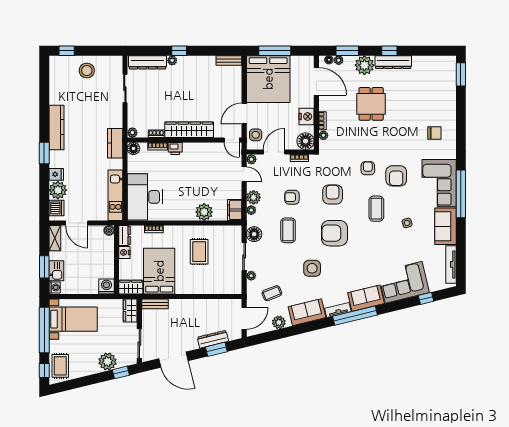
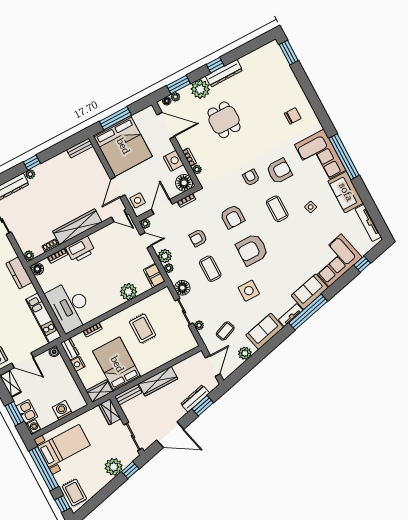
printer: (175, 148) -> (80, 249), width x1.87, depth x1.48
armchair: (396, 176) -> (279, 171), turned -90
armchair: (333, 194) -> (232, 217), turned 180
washing machine: (106, 286) -> (62, 410), moved
wardrobe: (188, 306) -> (158, 381), added

